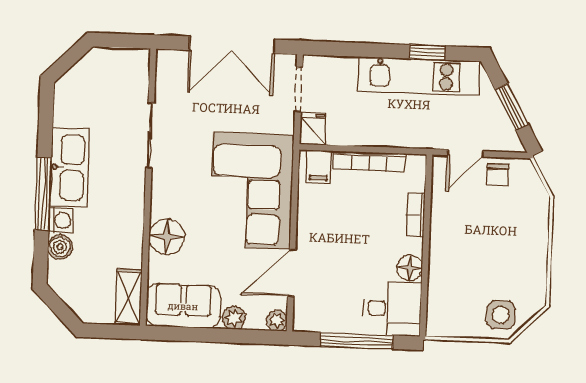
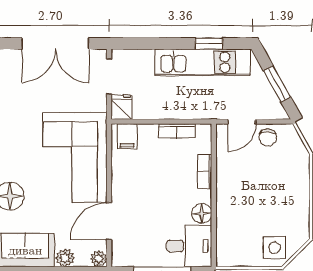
bookcase: (369, 161) -> (177, 131), width x0.64

